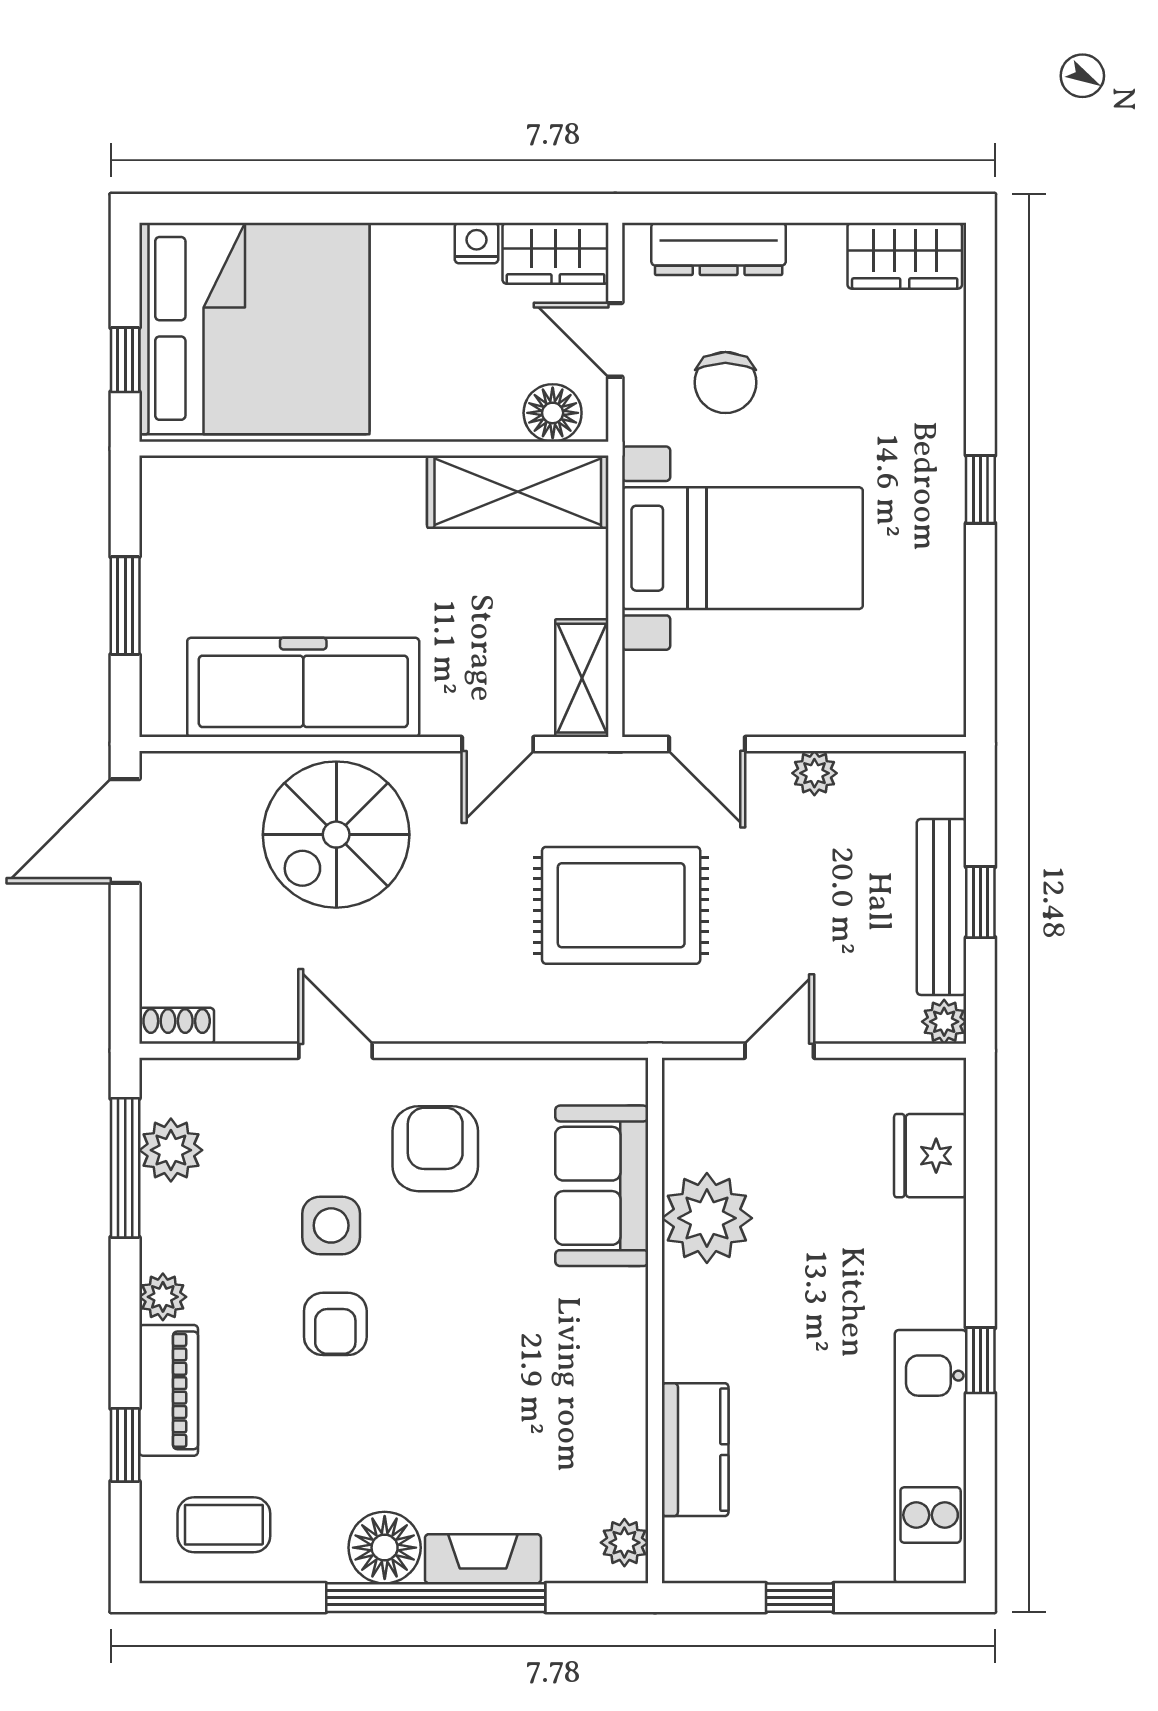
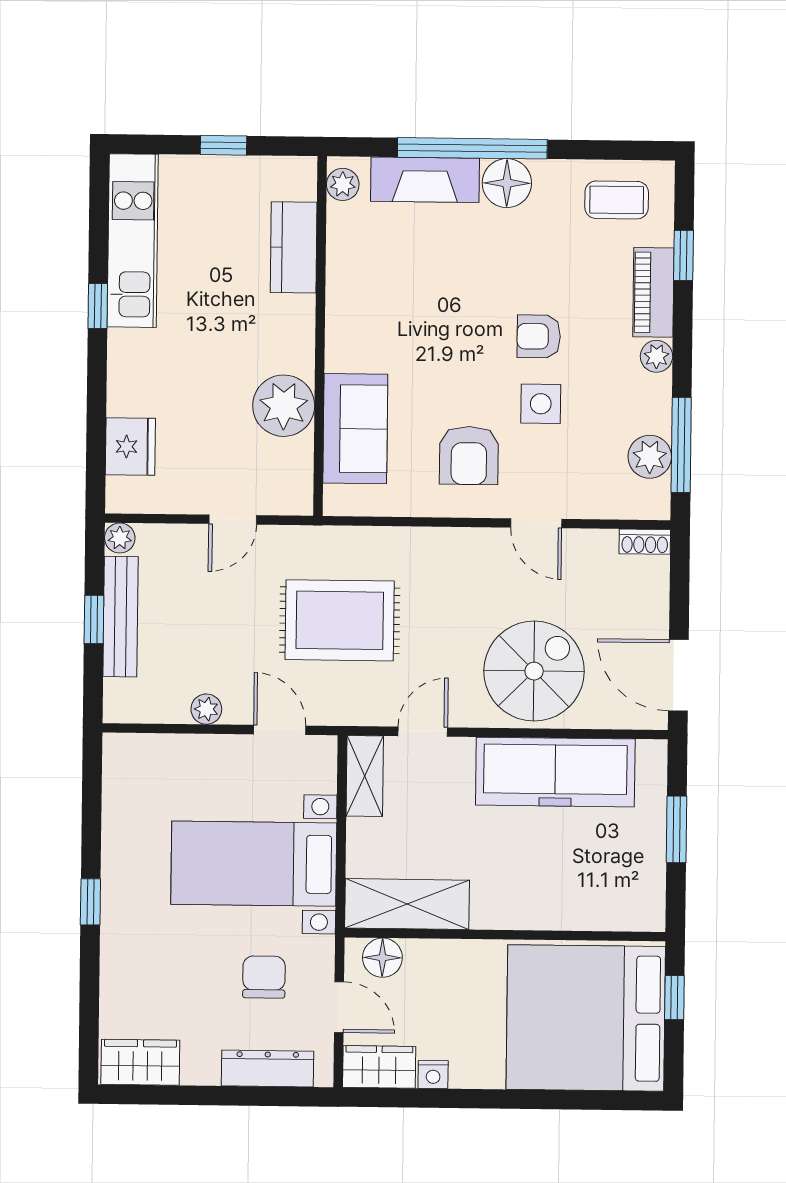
door: (125, 831) -> (678, 675), swing flipped
armchair: (335, 1324) -> (539, 336), turned -90
fireplace: (483, 1559) -> (425, 180), width x1.37, depth x1.32

